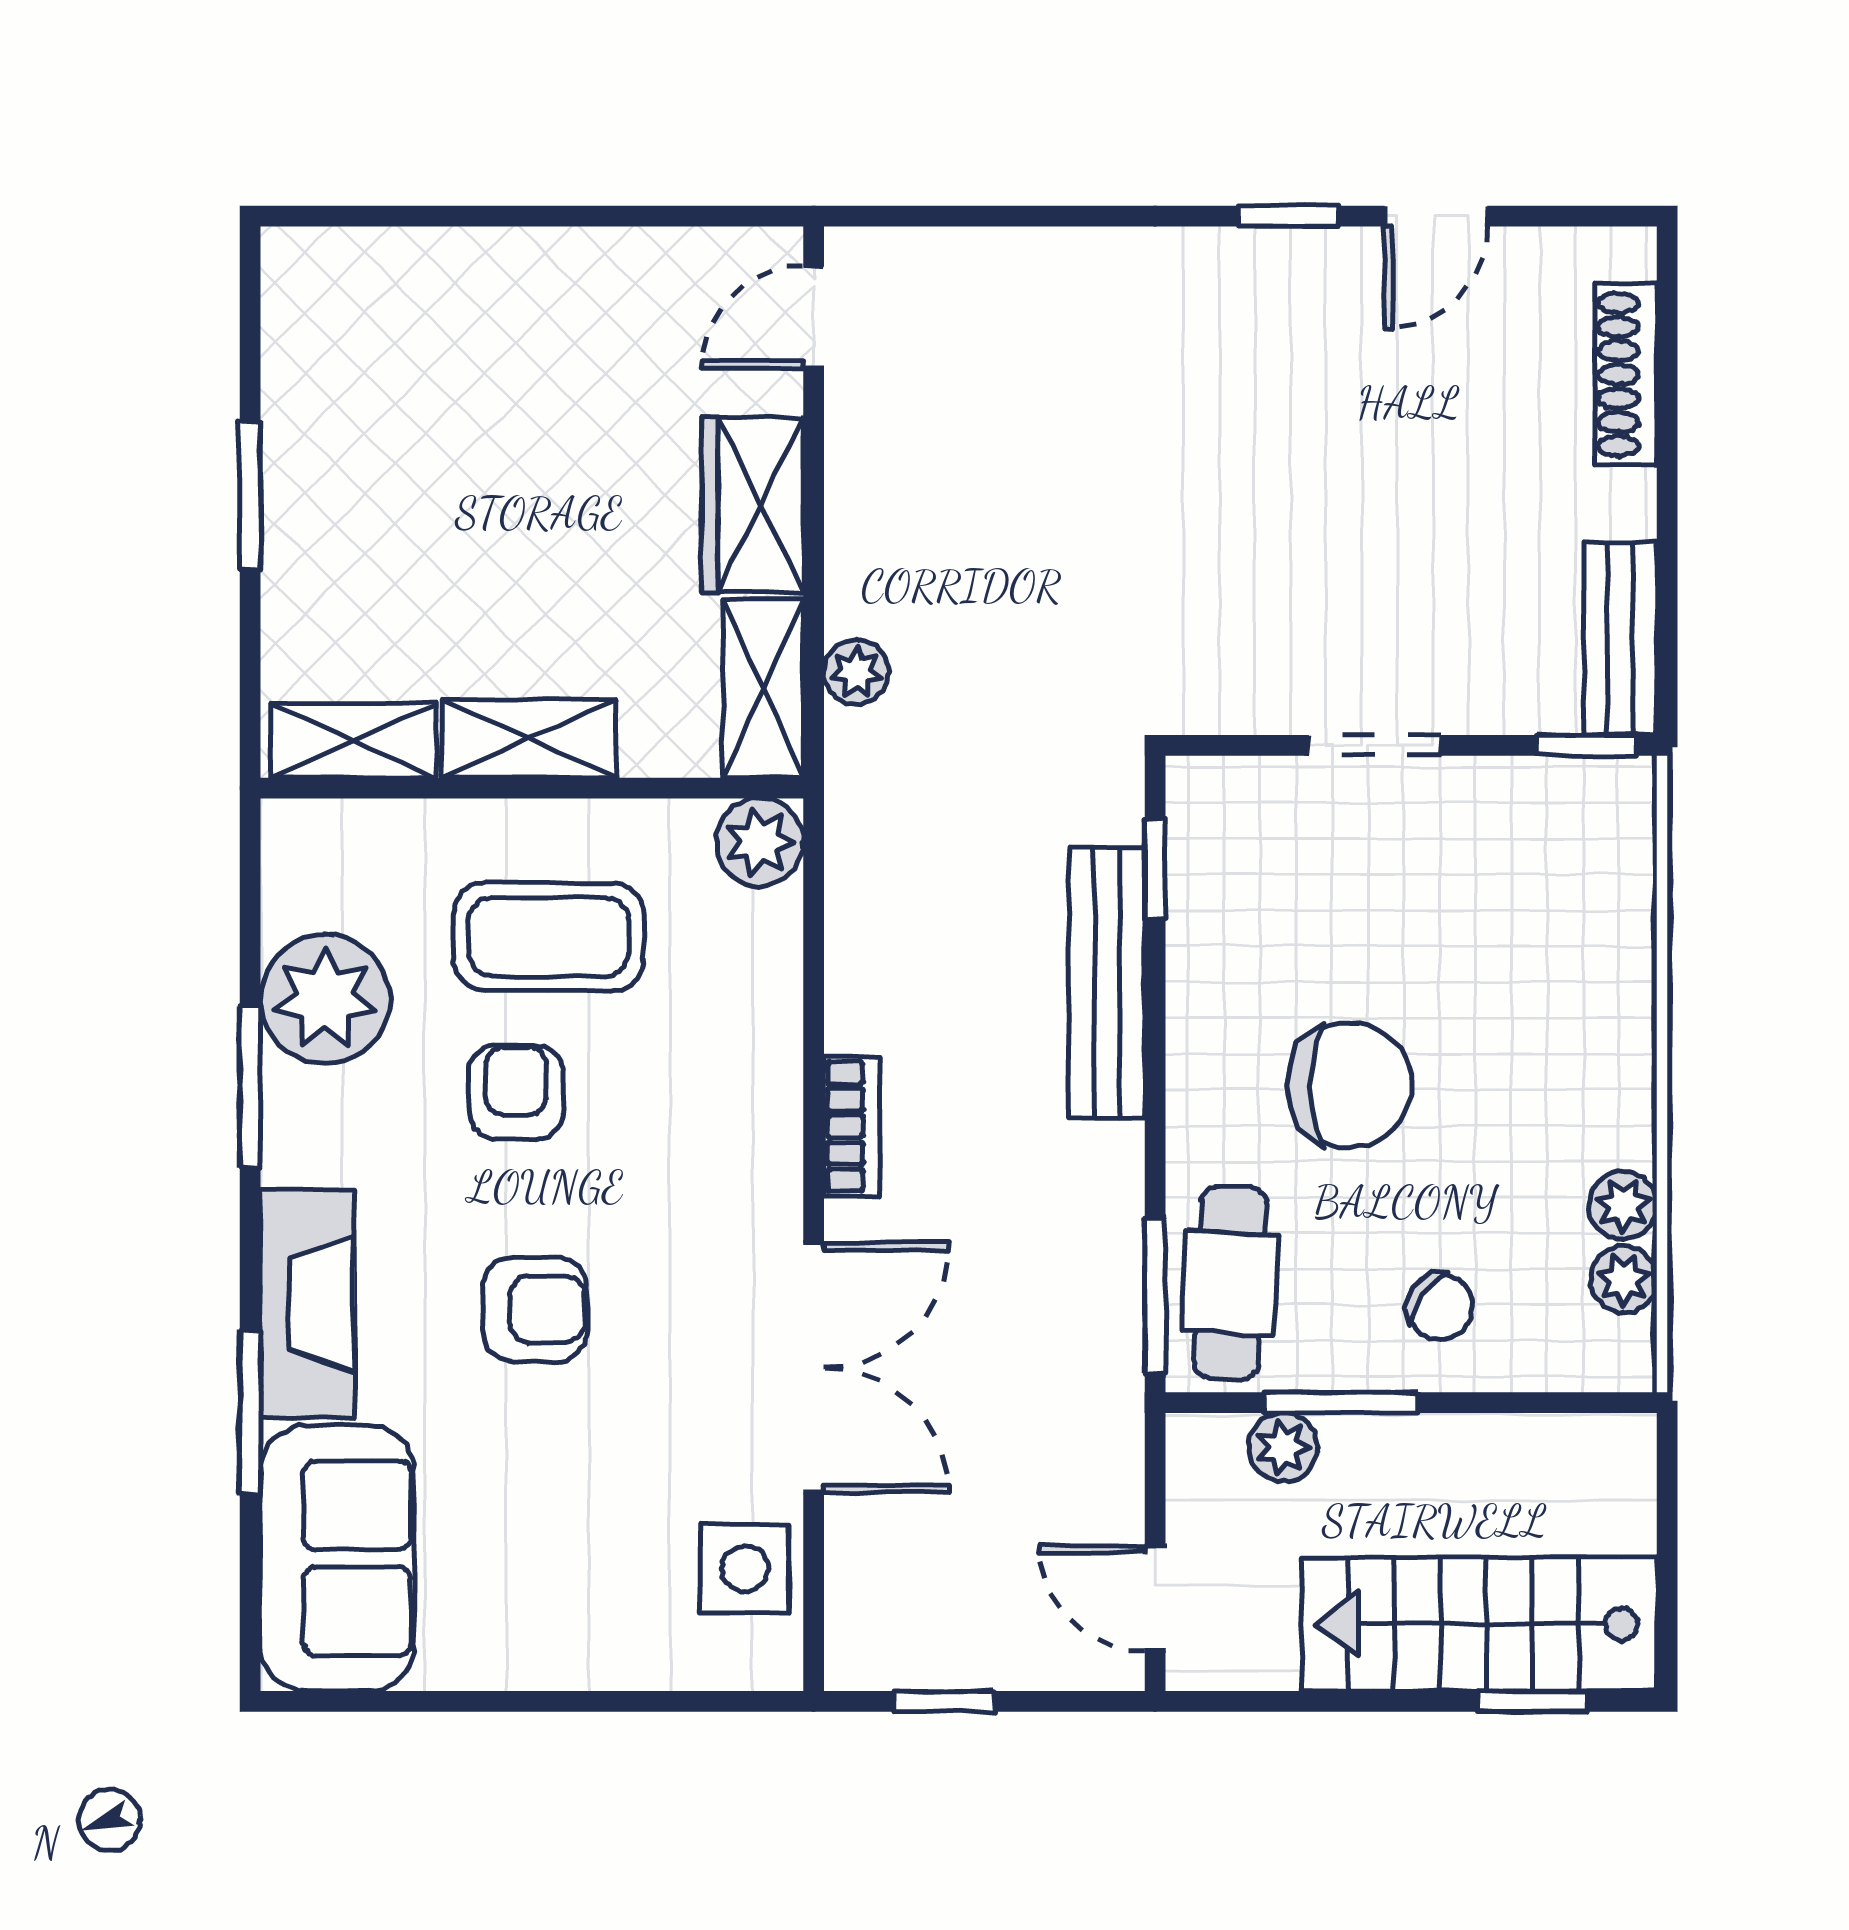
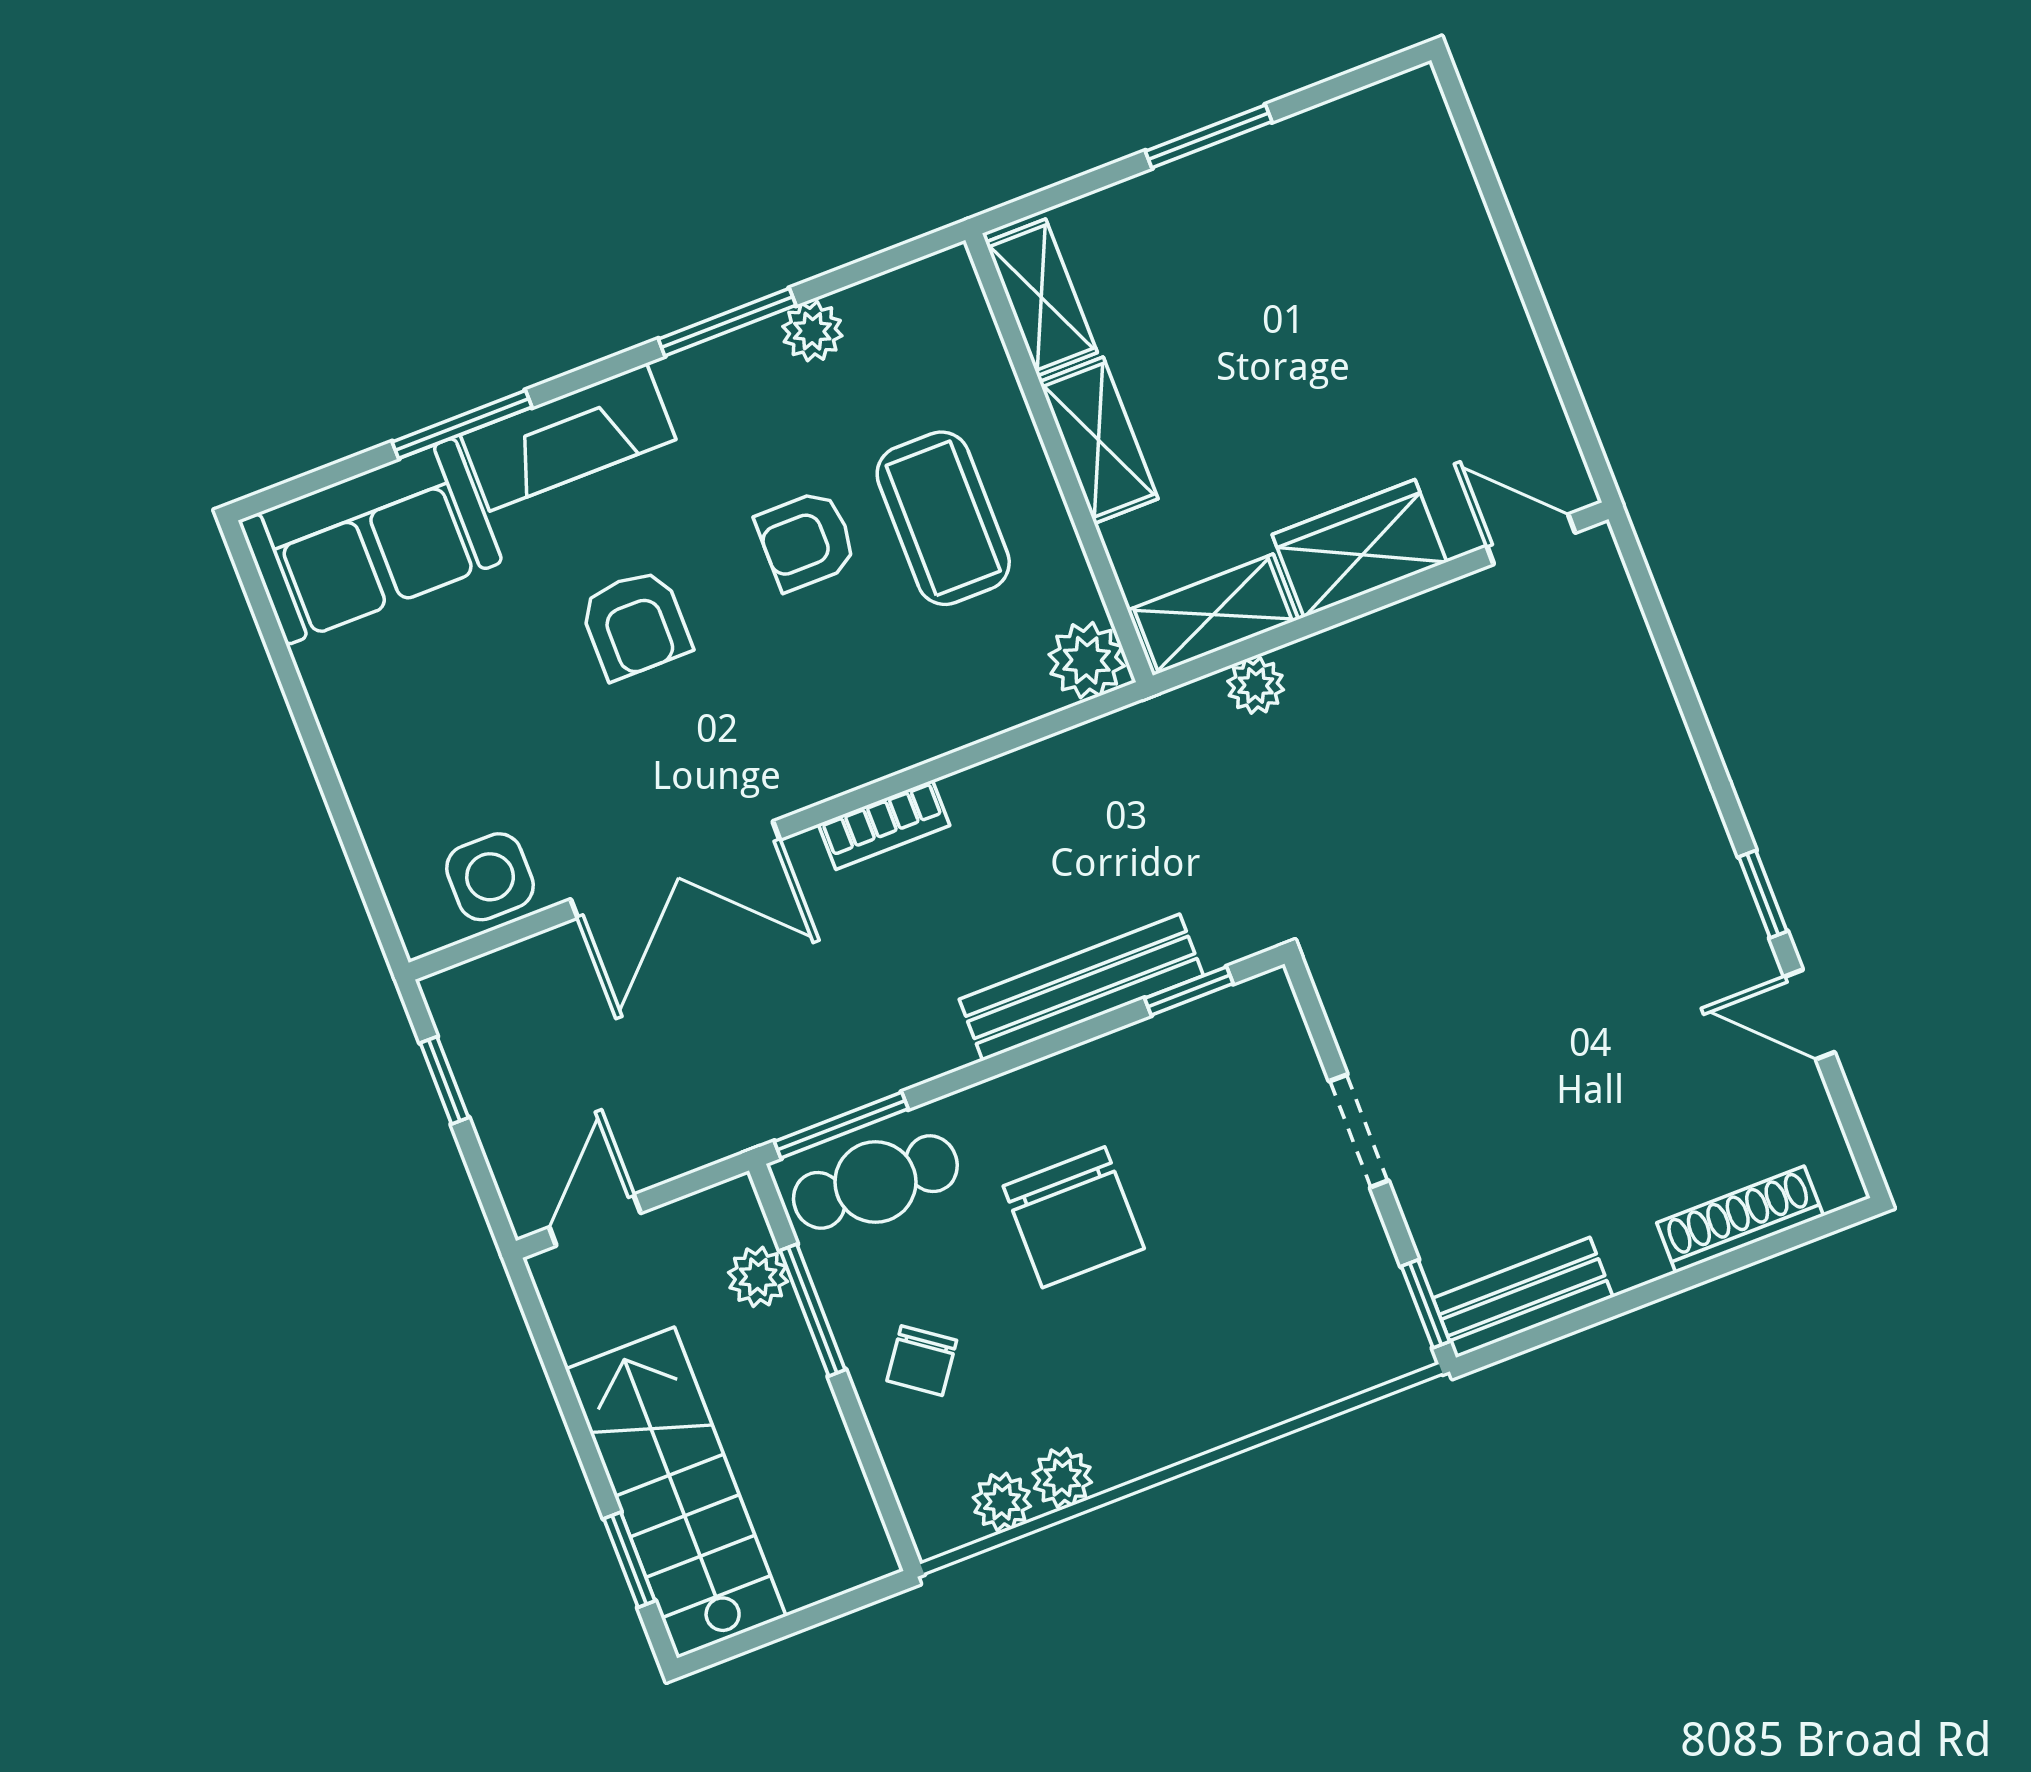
plant: (325, 999) -> (812, 331), width x0.53, depth x0.53
armchair: (516, 1092) -> (806, 540), turned 180

